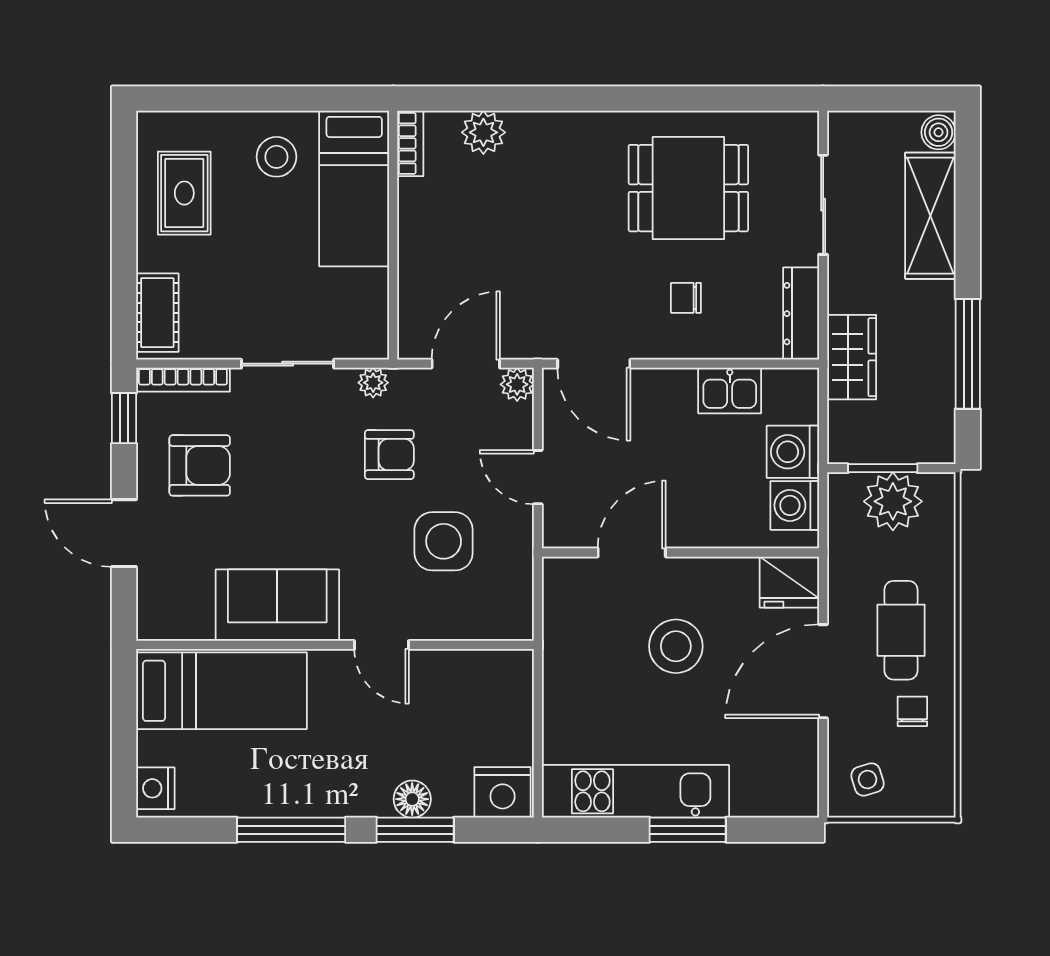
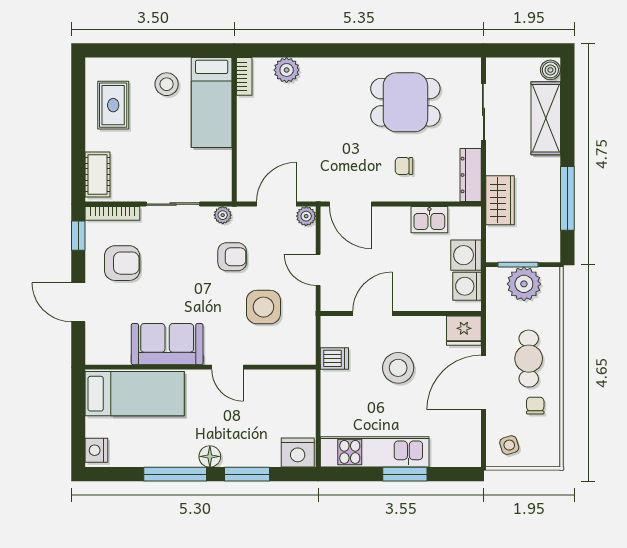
dishwasher: (566, 630) -> (334, 358), added
floor lamp: (412, 799) -> (210, 456), moved

